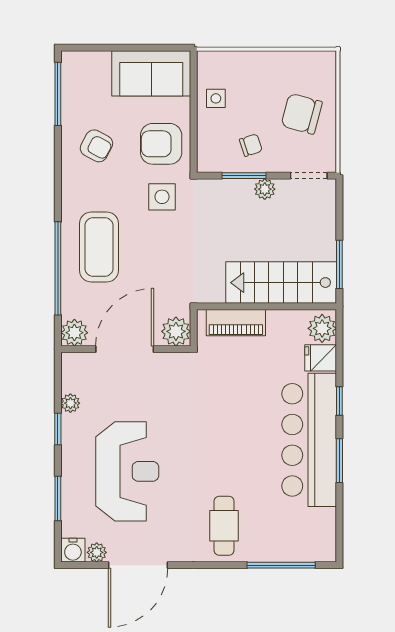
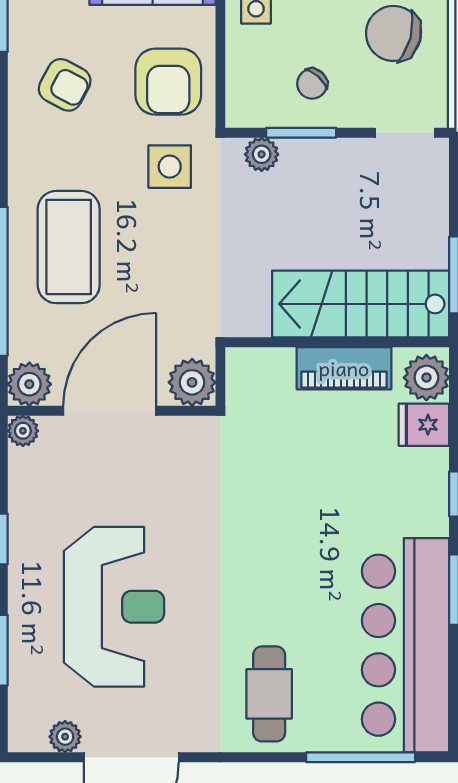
armchair: (161, 144) -> (168, 82), turned -90
chair: (251, 145) -> (312, 84), turned 150
plant: (265, 189) -> (262, 154), moved
piano: (236, 323) -> (344, 368), moved
plant: (70, 403) -> (23, 431), moved
bar counter: (309, 440) -> (406, 645), moved
water cooler: (73, 550) -> (27, 733), removed

